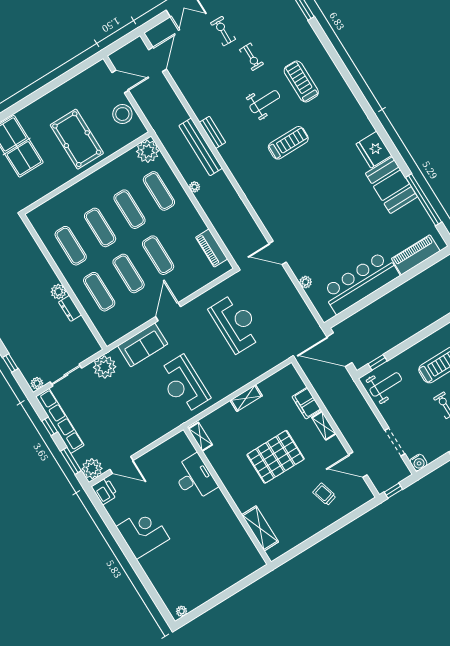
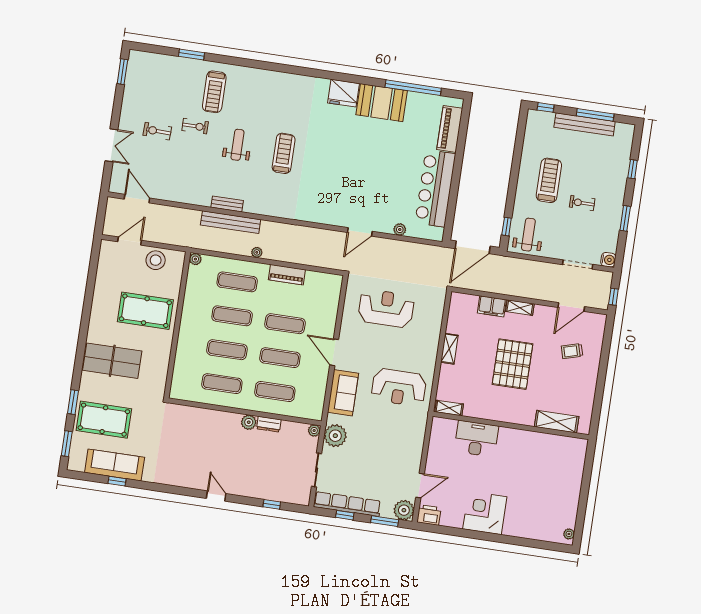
treadmill: (301, 82) -> (214, 92), moved, turned -90
plant: (148, 151) -> (195, 259), width x0.53, depth x0.53
piano: (212, 248) -> (287, 275), moved
plant: (37, 383) -> (314, 431), moved

